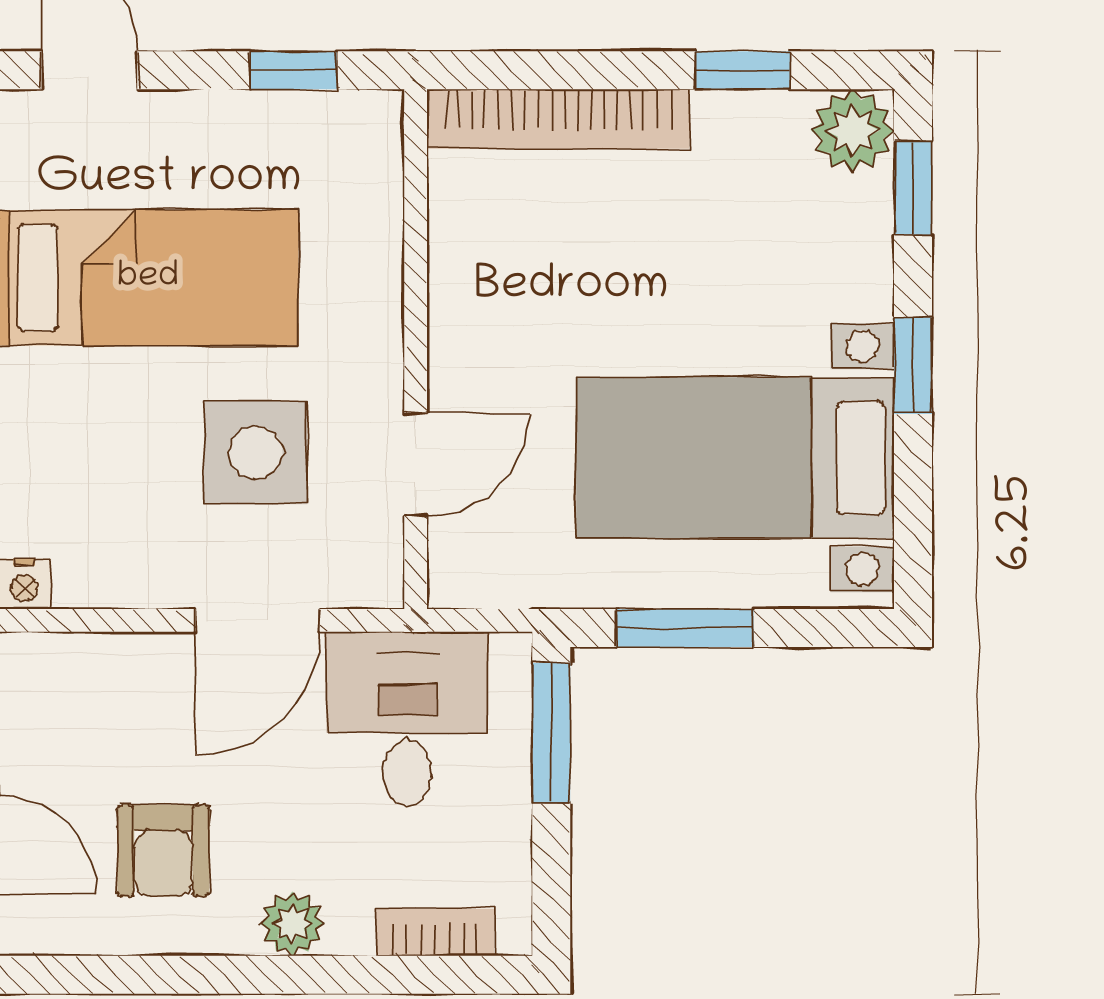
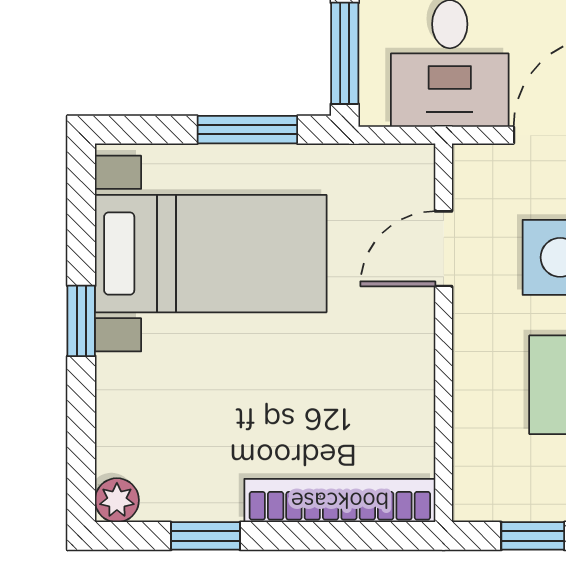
plant: (853, 131) -> (117, 500), width x0.73, depth x0.73
window: (913, 188) -> (81, 450), removed

